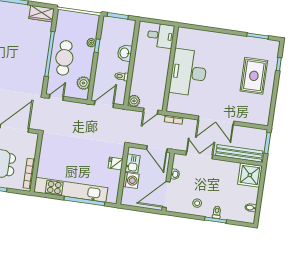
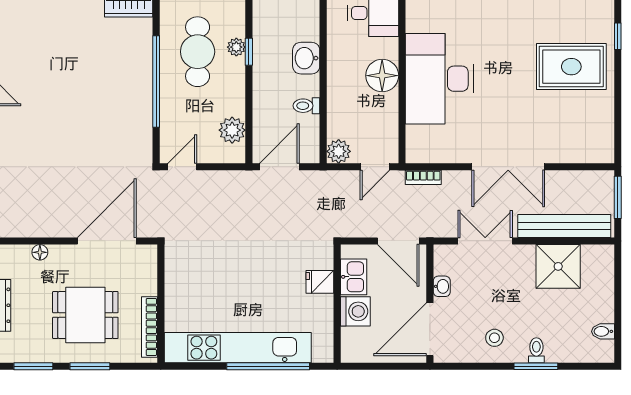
cafe table: (64, 58) -> (198, 52), moved
floor lamp: (161, 67) -> (382, 76), added
rug: (254, 76) -> (571, 67), turned 90
shower: (250, 175) -> (558, 266), moved

